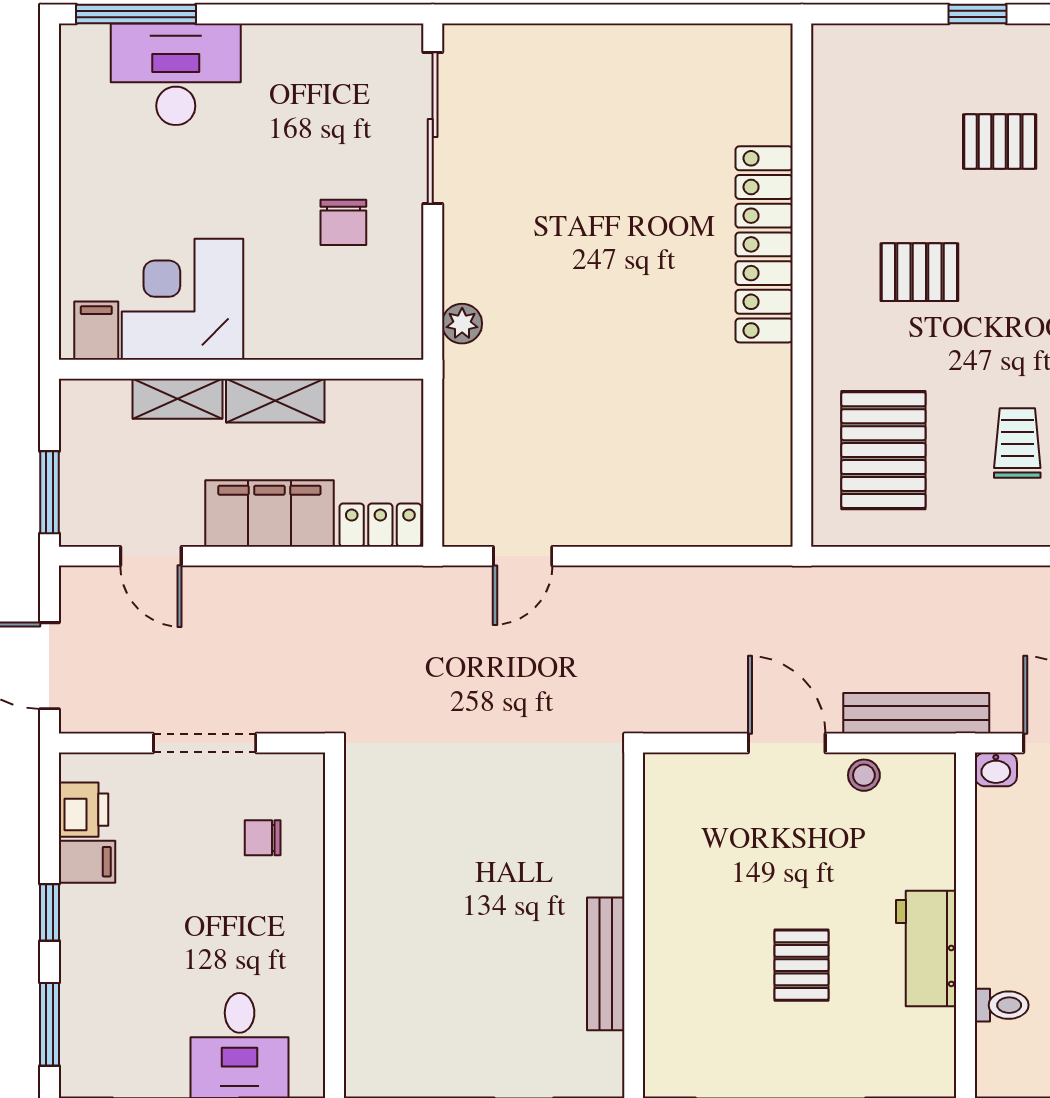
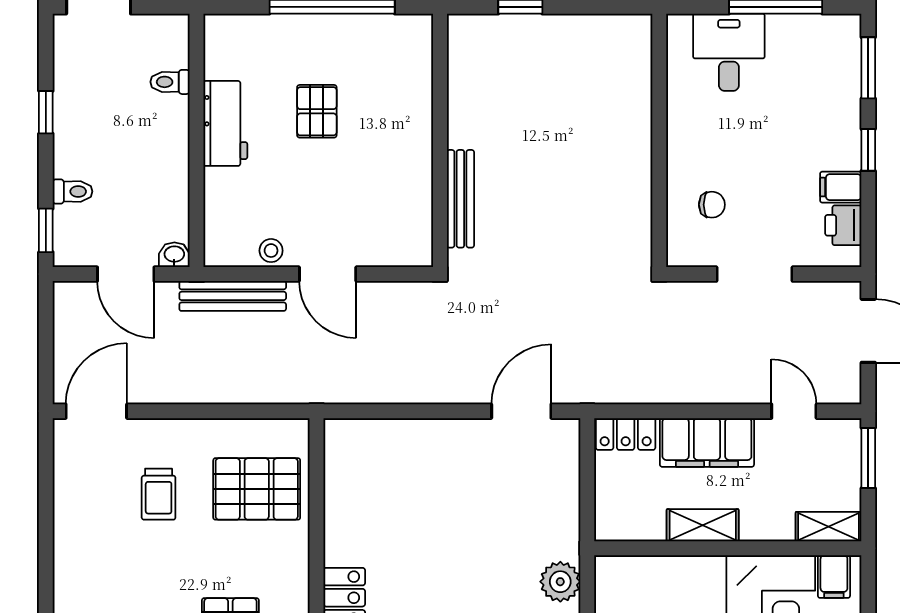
plant: (462, 324) -> (560, 582), width x1.38, depth x1.38
shelving: (178, 399) -> (828, 527), moved
pallet: (883, 450) -> (257, 489), turned 90
door: (523, 556) -> (521, 411), width x1.38
bench: (606, 964) -> (460, 199), moved

